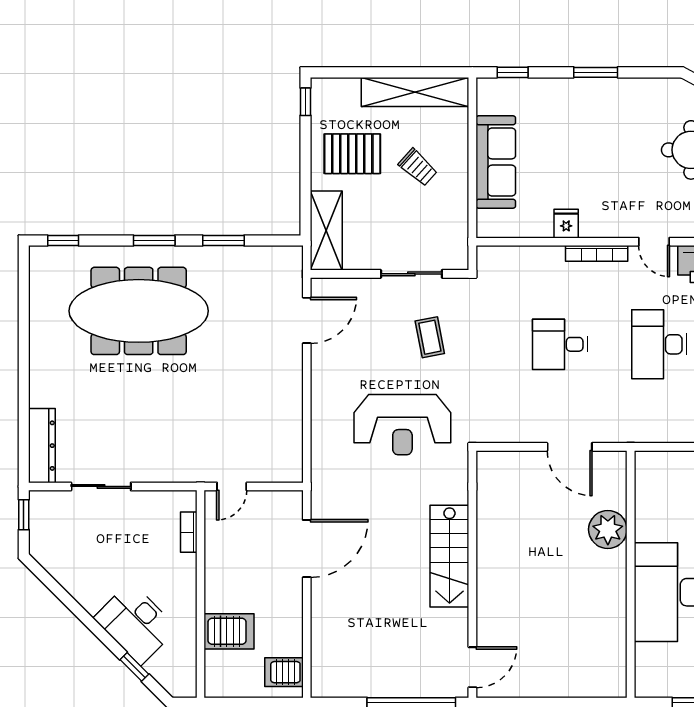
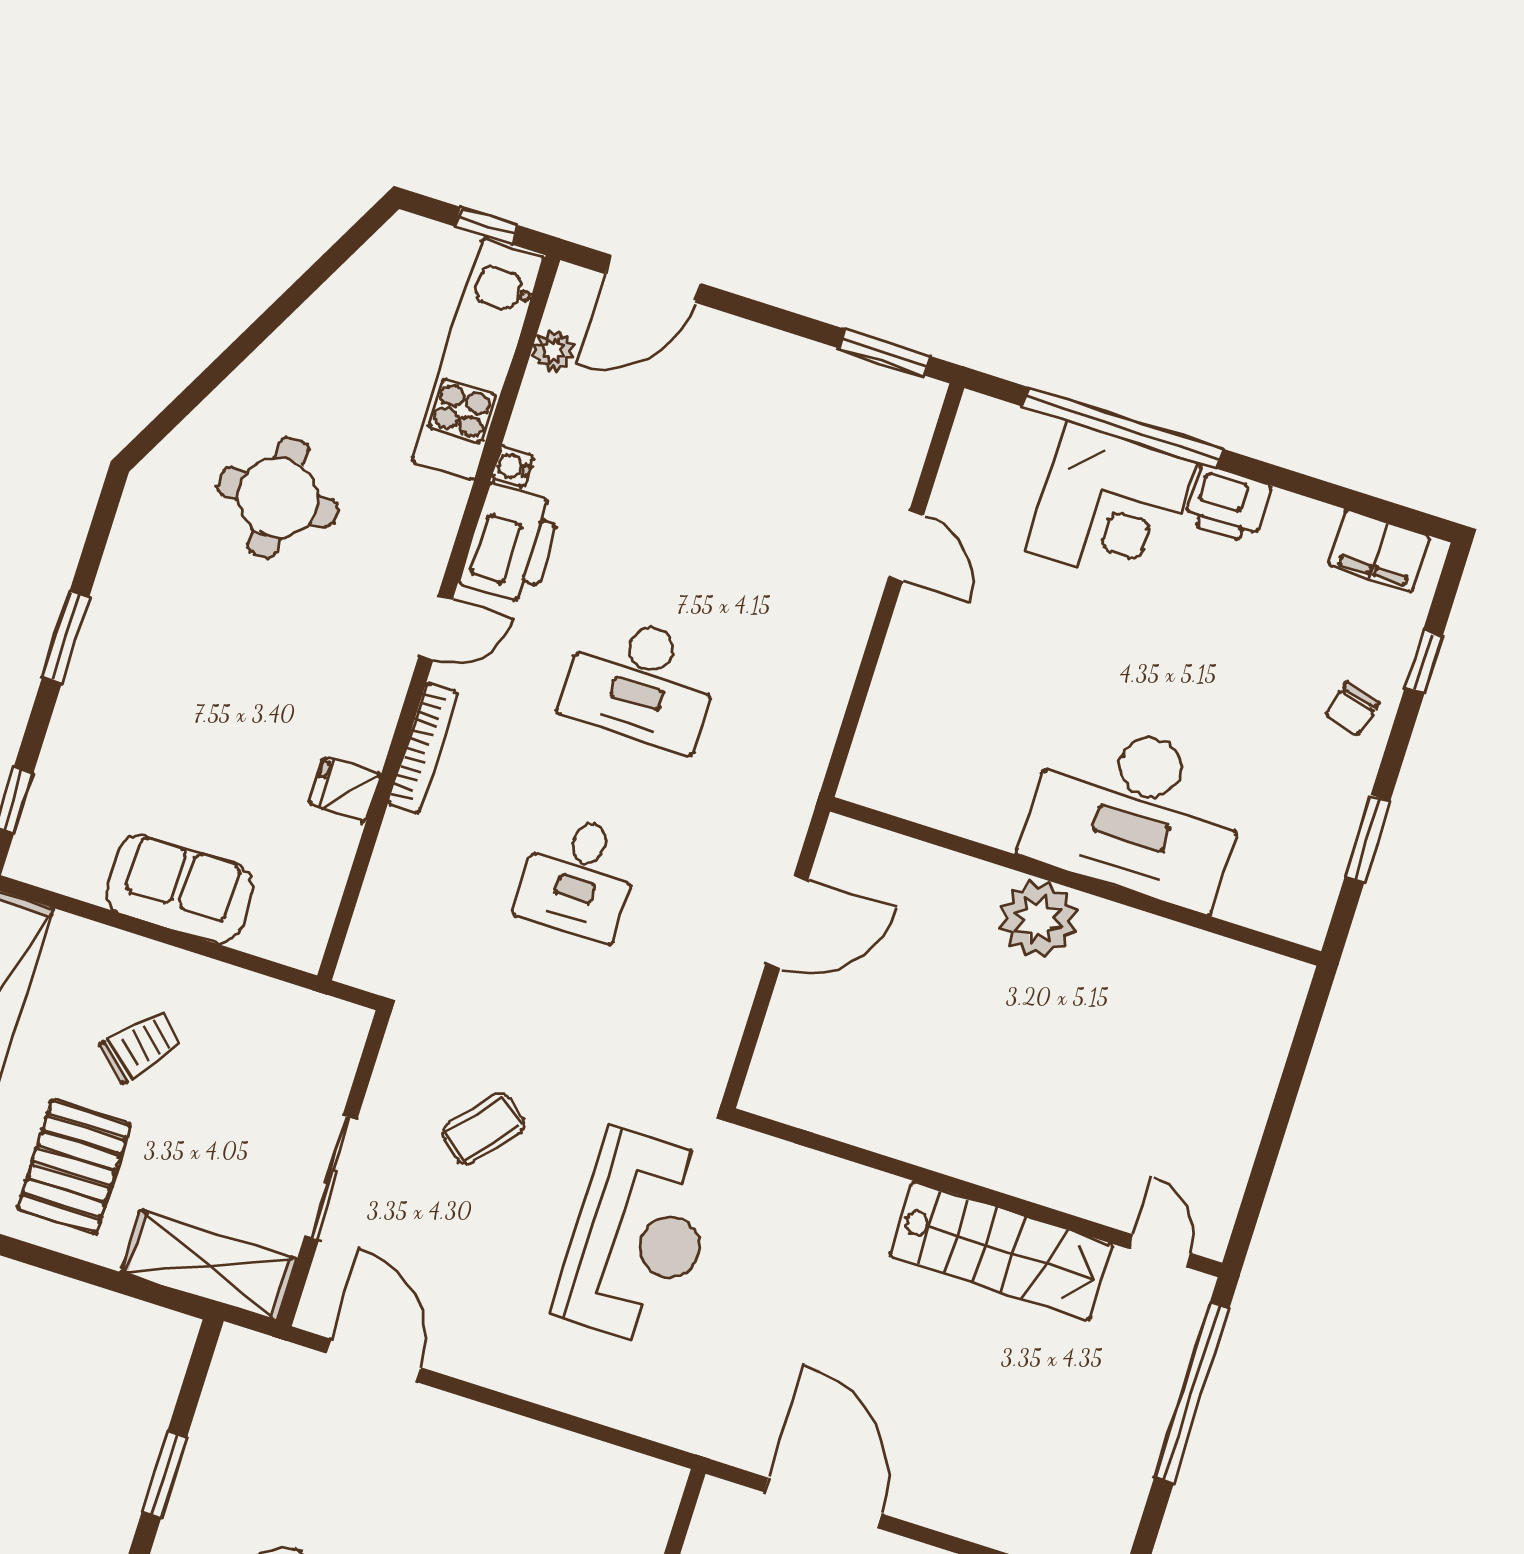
sofa: (496, 162) -> (180, 889), width x0.73
sliding door: (411, 274) -> (331, 1178), moved
coffee table: (430, 337) -> (483, 1129), turned -39
plant: (608, 529) -> (1038, 919), moved
stairs: (449, 556) -> (1001, 1250), moved
door: (472, 667) -> (1160, 1251), width x0.73

